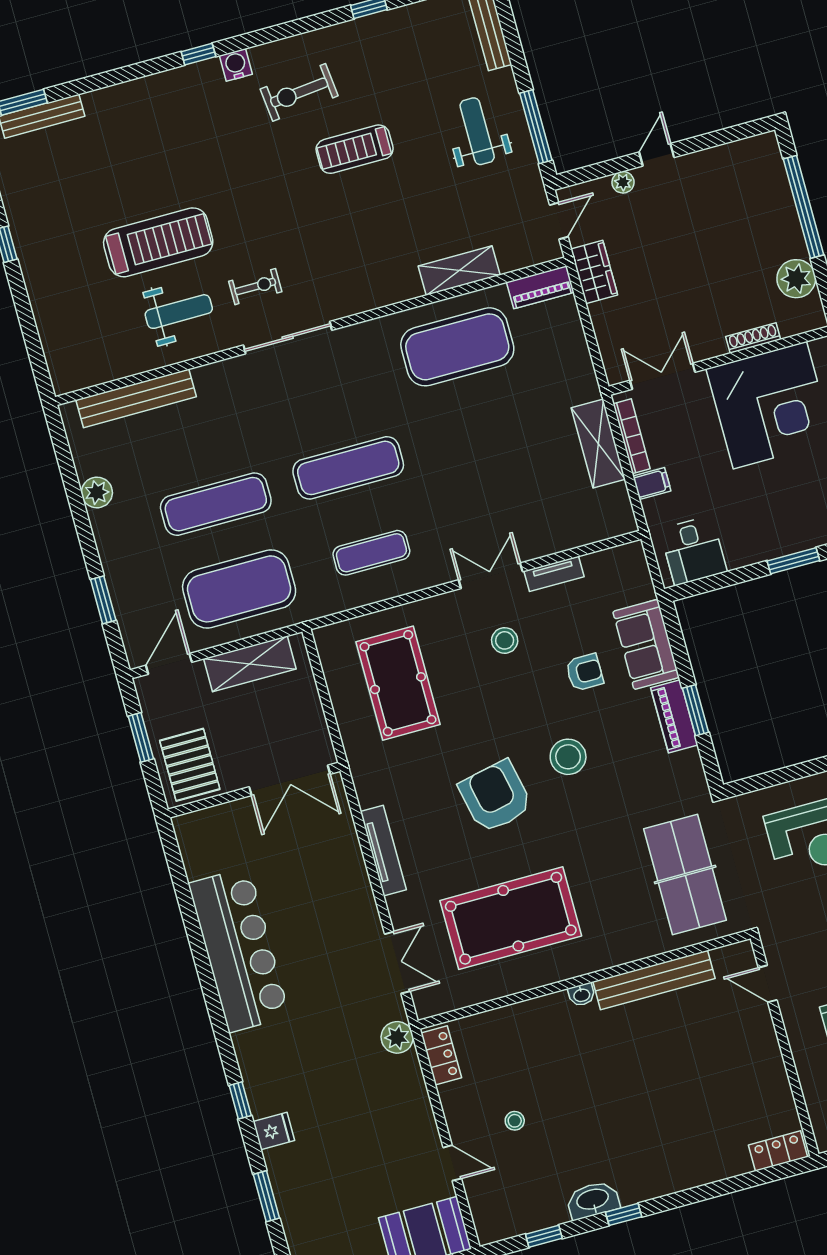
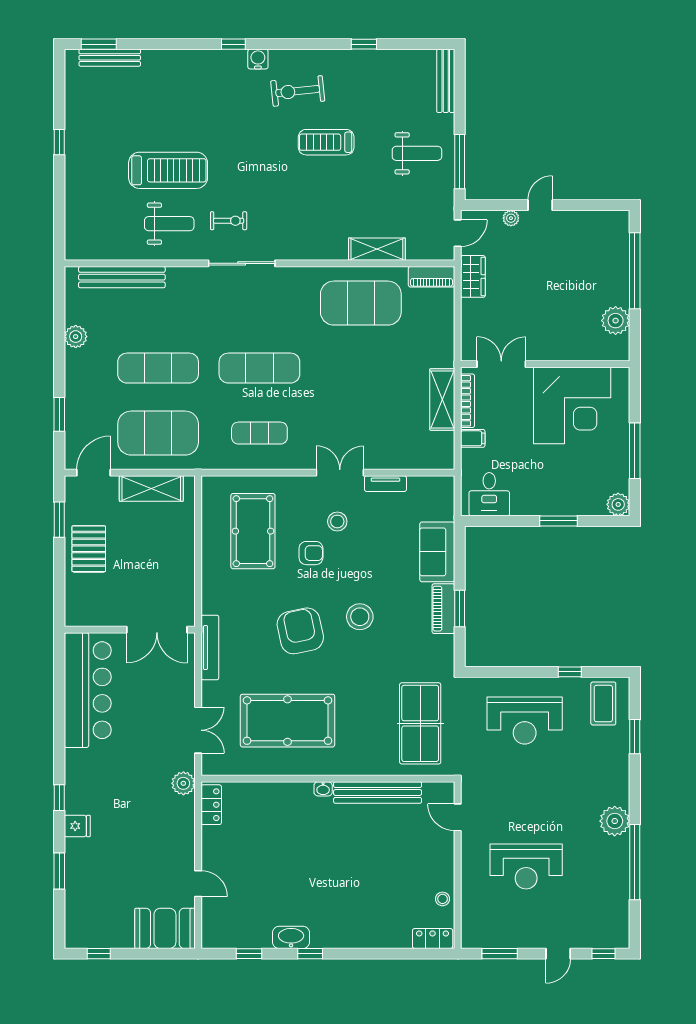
weight bench: (477, 131) -> (417, 153), turned 90
shoe rack: (753, 338) -> (573, 354), removed
armchair: (584, 672) -> (311, 553), moved
double door: (290, 780) -> (157, 630), moved
wall: (254, 790) -> (130, 630), moved
stool: (515, 1121) -> (443, 899), moved

